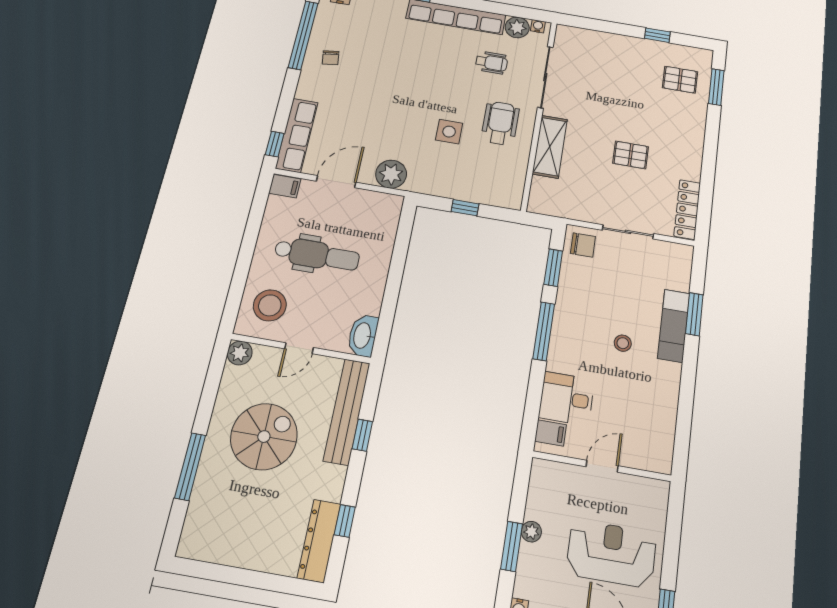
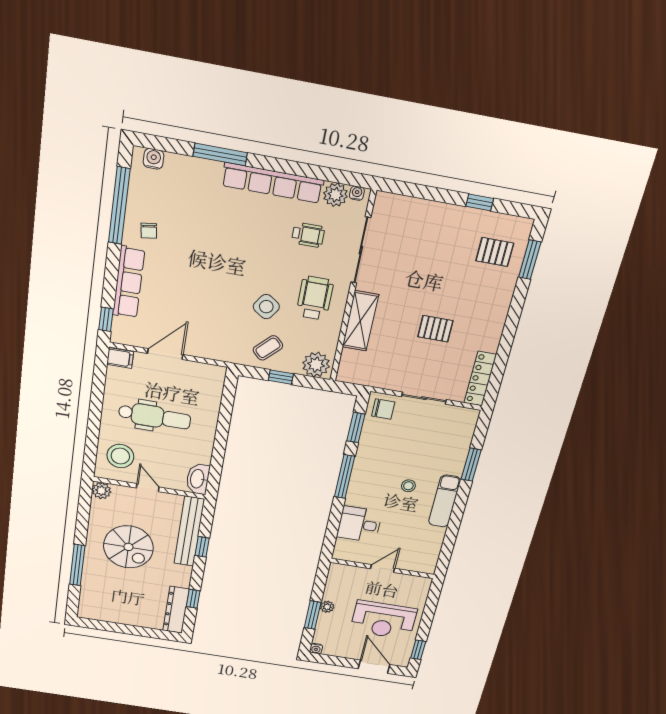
side table: (449, 132) -> (266, 307), turned 34
row of seats: (297, 135) -> (129, 282), moved
plant: (391, 174) -> (316, 365), moved
coffee table: (451, 175) -> (268, 348), added
exam couch: (674, 326) -> (445, 501), moved
door: (299, 348) -> (148, 488), swing flipped
filing cabinet: (550, 433) -> (345, 547), removed
spiral stairs: (264, 437) -> (128, 547), turned 90
reception desk: (611, 554) -> (384, 620), turned 180

